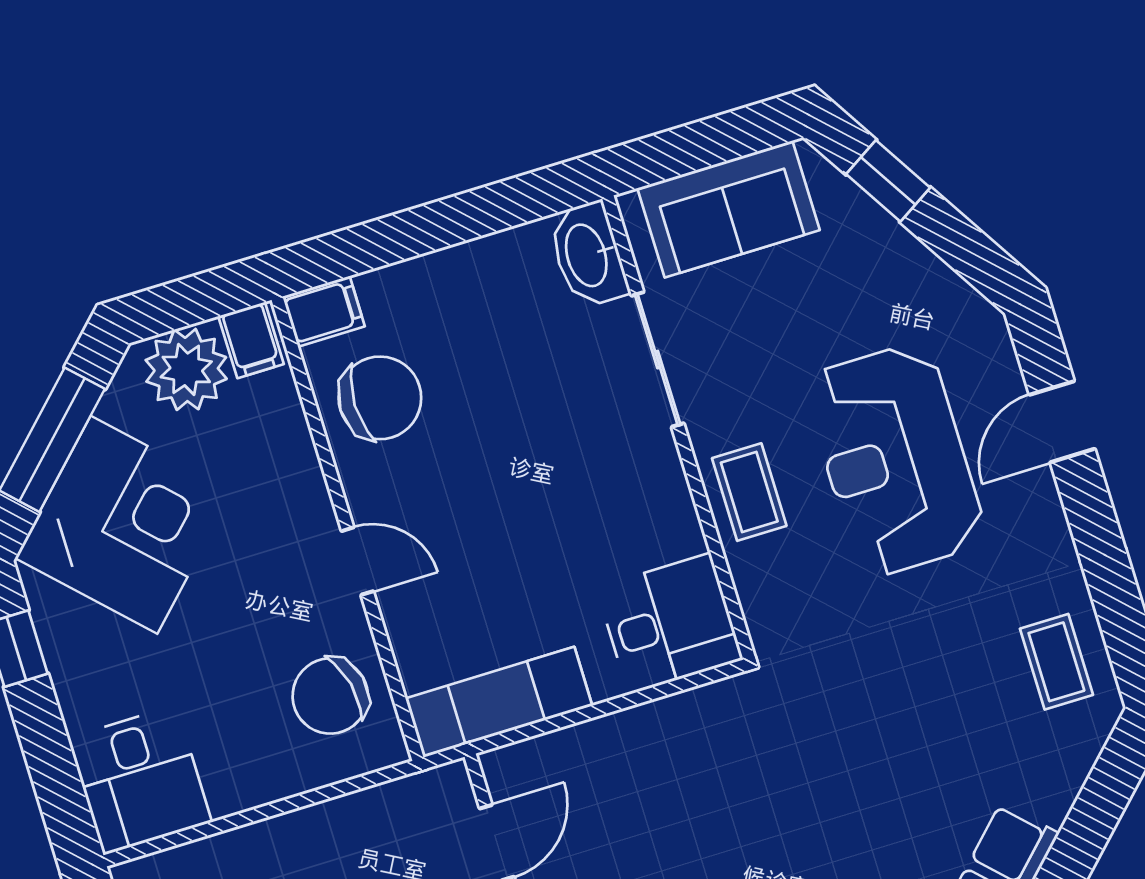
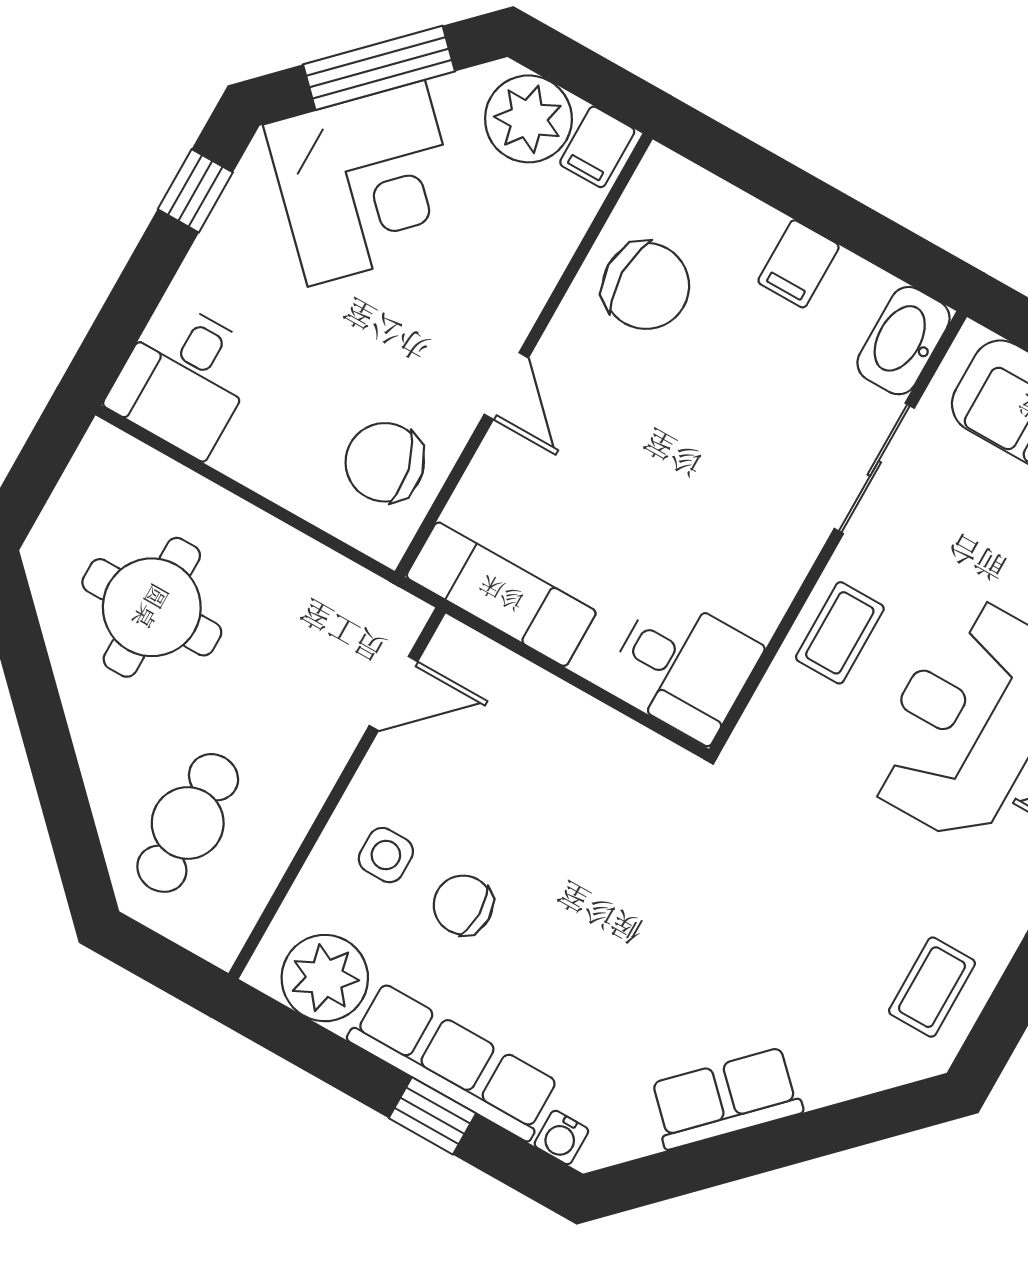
filing cabinet: (324, 311) -> (799, 264), moved, turned 90

